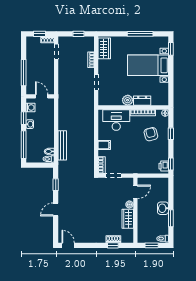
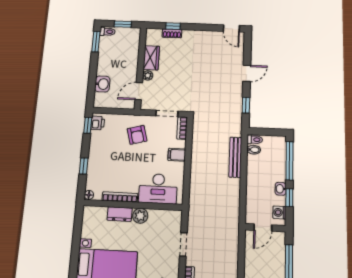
door: (42, 96) -> (263, 228), hinge flipped
armchair: (151, 134) -> (137, 135), moved
washbasin: (163, 208) -> (102, 84), moved
window: (171, 218) -> (96, 42), moved

